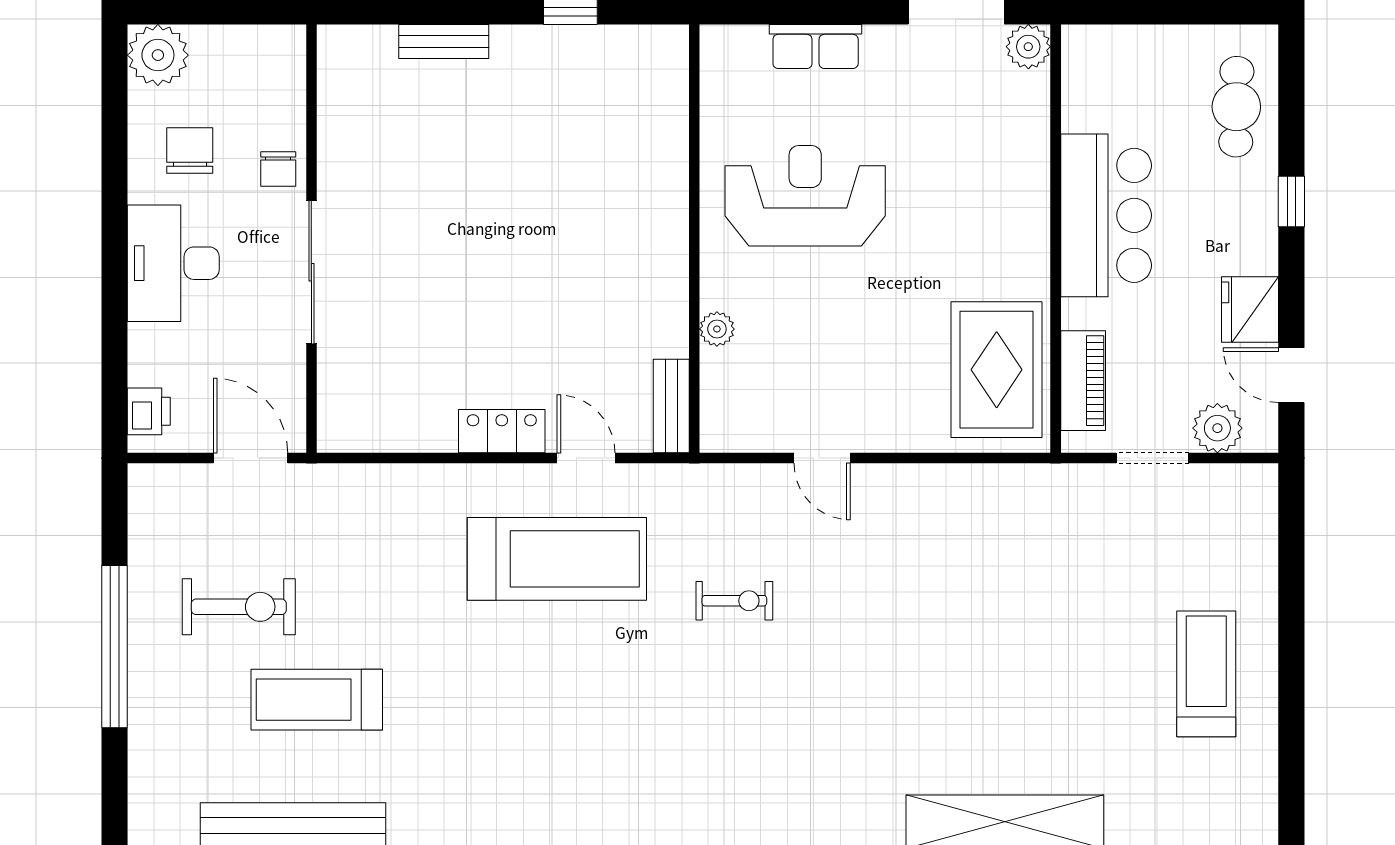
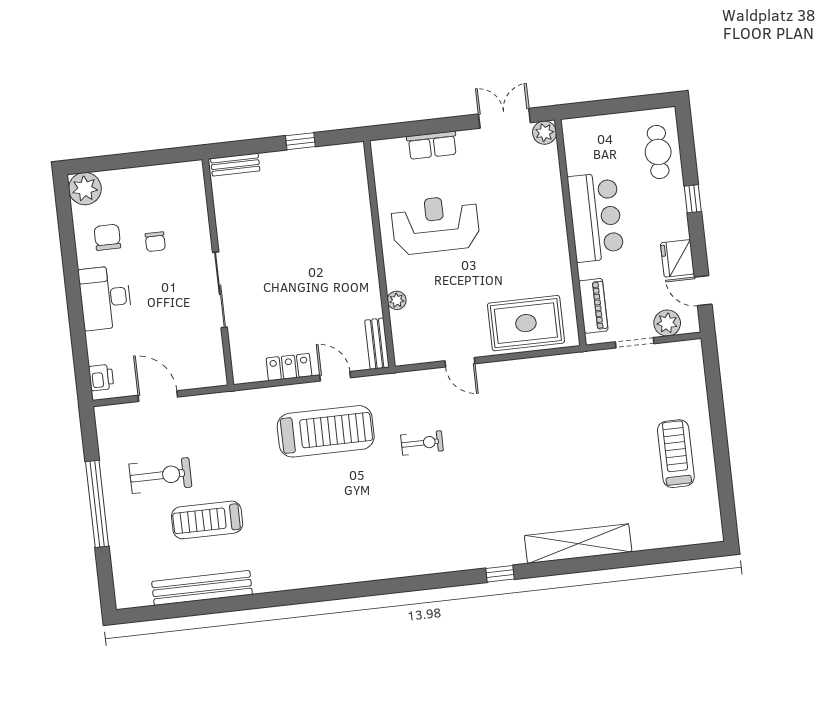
wall: (311, 239) -> (218, 272), moved
sliding door: (311, 272) -> (220, 290), moved
rug: (997, 370) -> (526, 323), moved, turned 90

